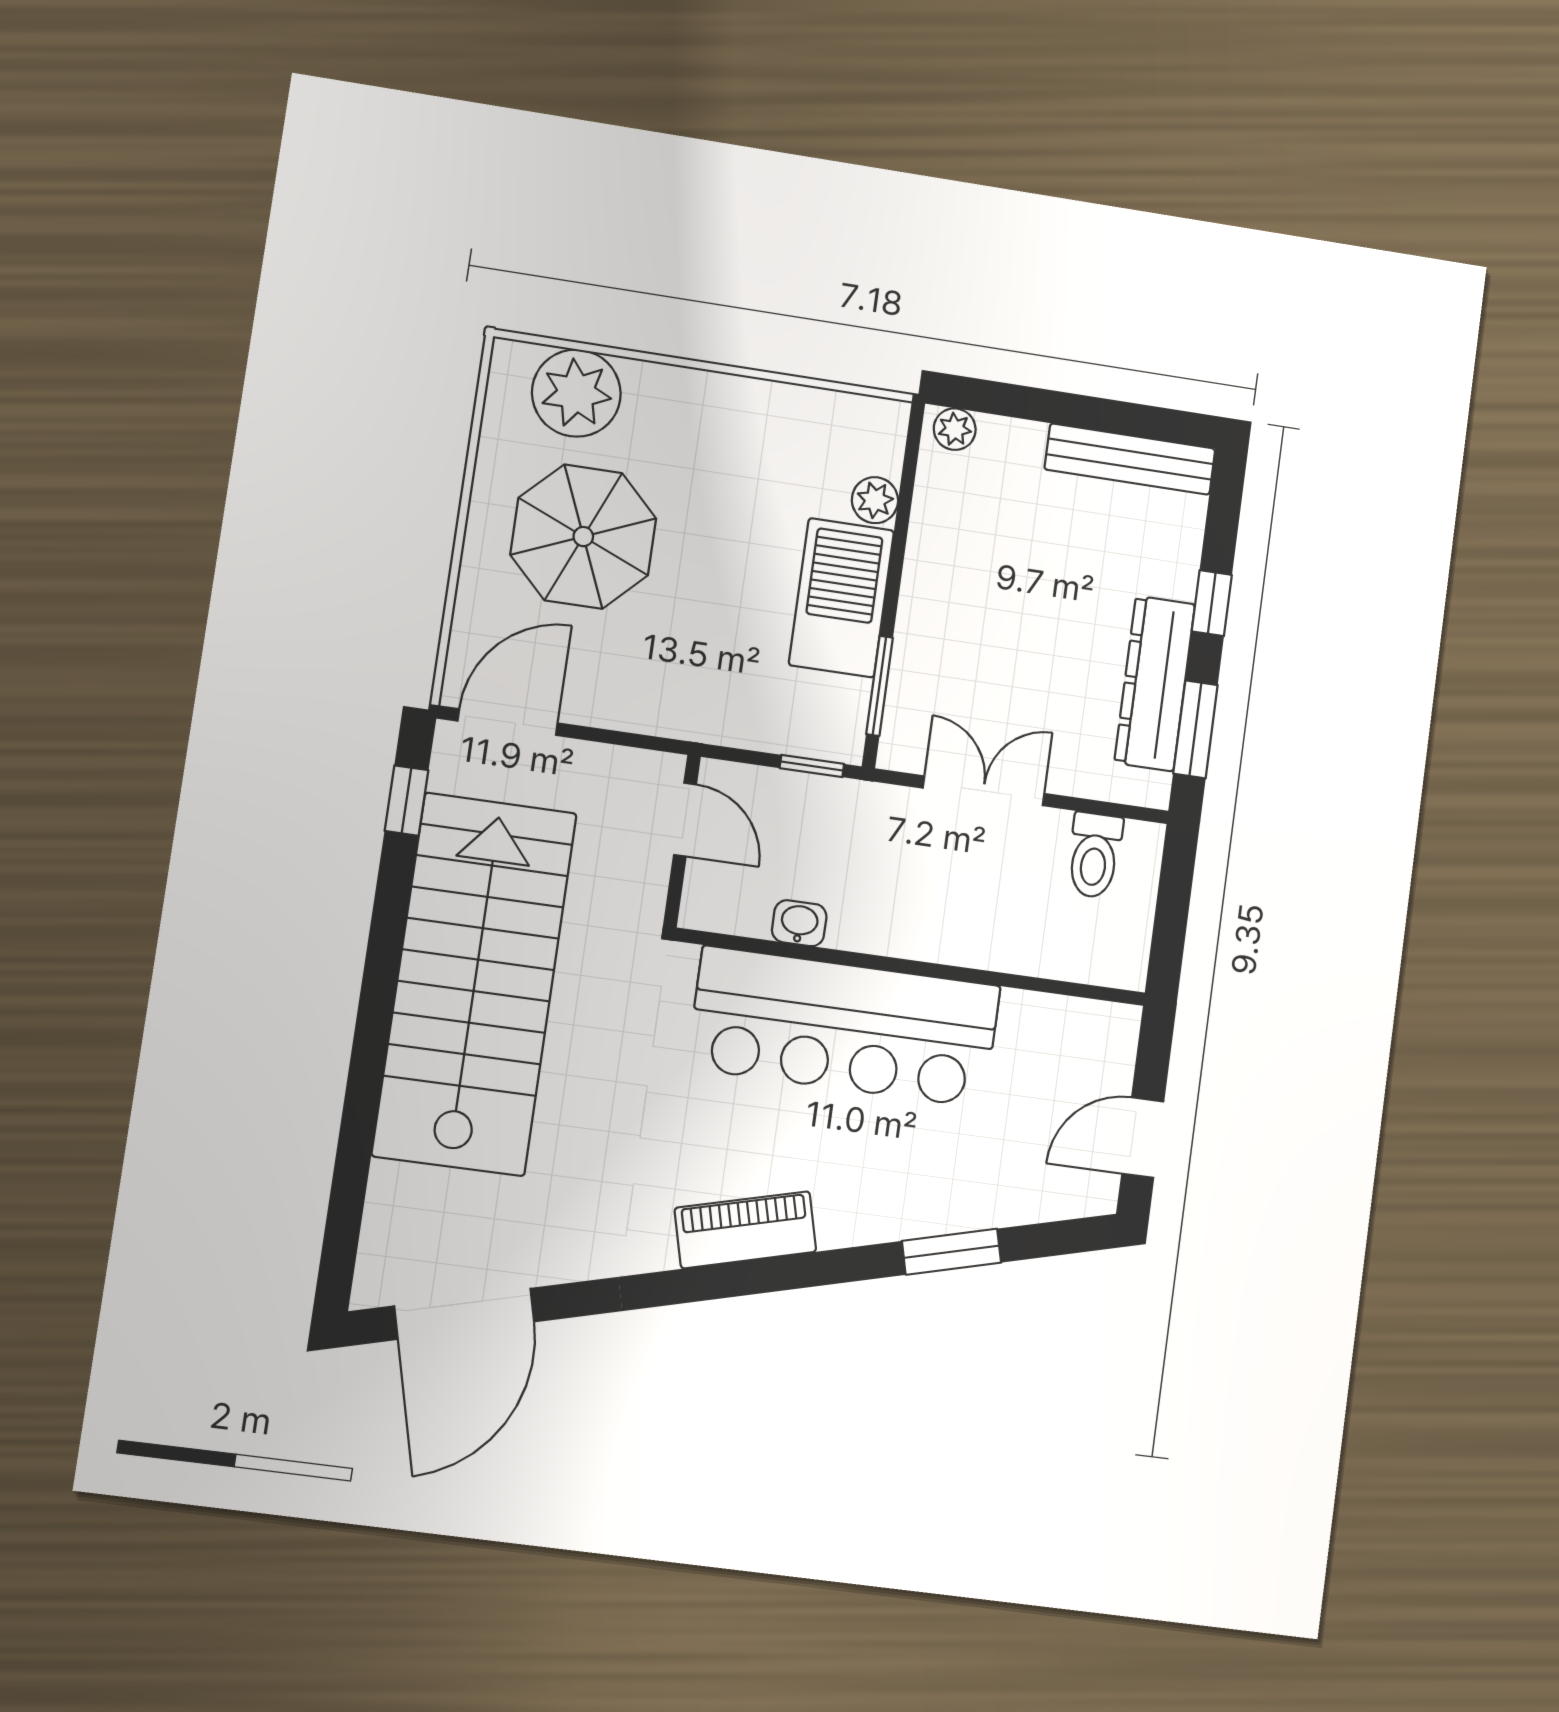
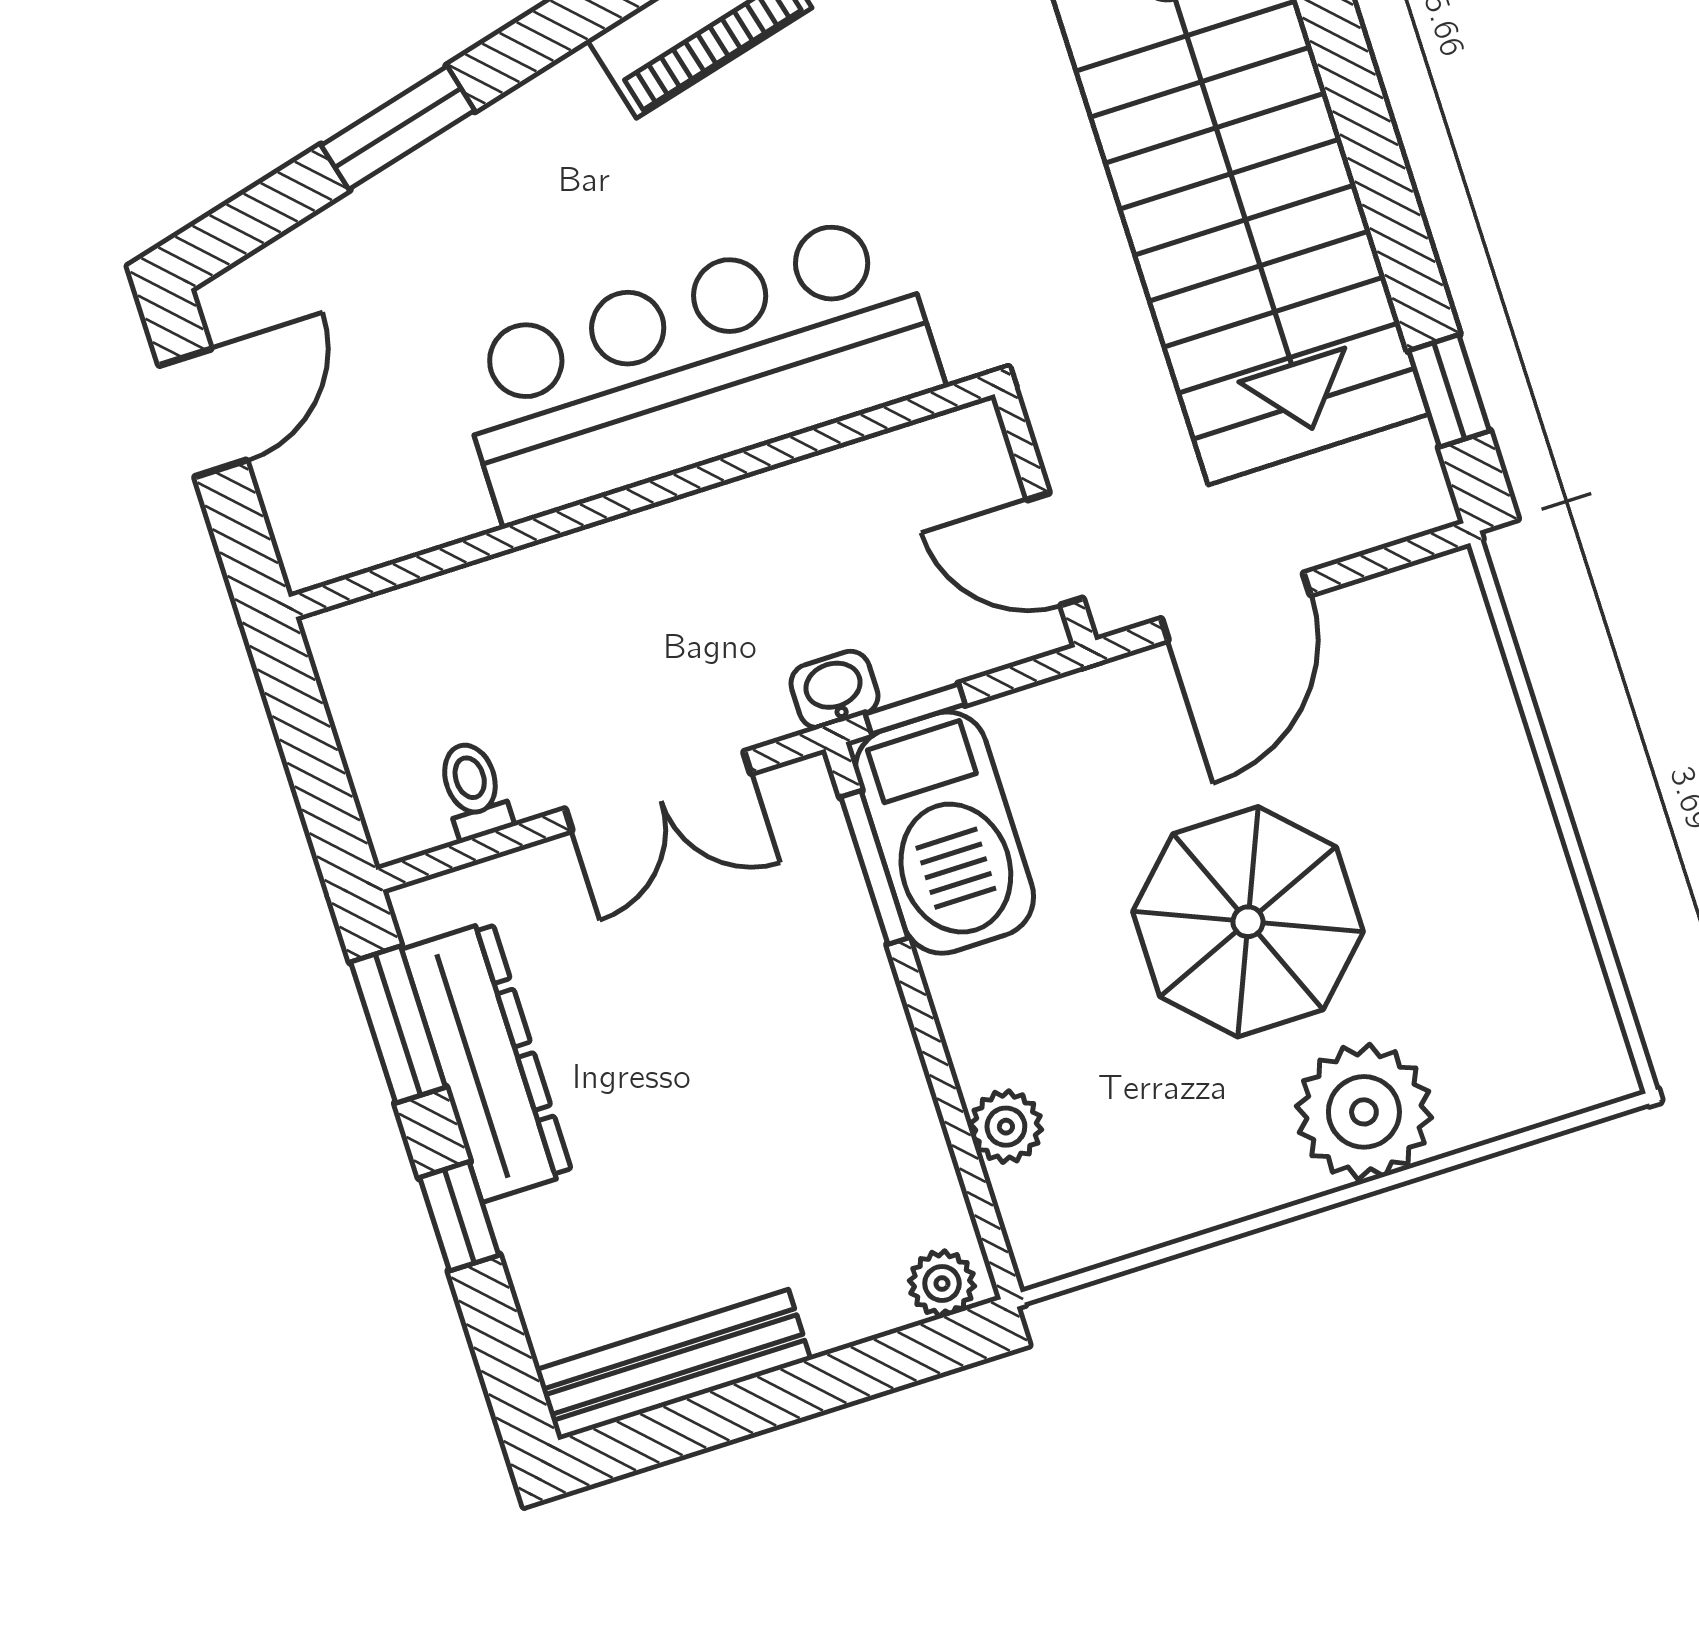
plant: (576, 393) -> (1364, 1112), moved
parasol: (583, 537) -> (1248, 922), moved
barbecue: (841, 598) -> (945, 833), moved
door: (508, 722) -> (1236, 607), moved
toilet: (1094, 855) -> (474, 790), width x0.73, depth x0.72
washbasin: (799, 923) -> (834, 690), moved, turned 180

